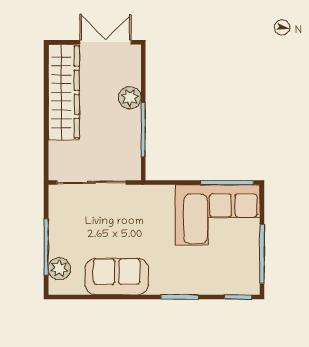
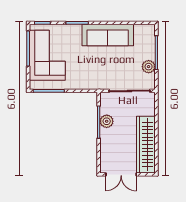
plant: (130, 98) -> (107, 121), moved
corner sofa: (218, 215) -> (47, 55), moved, turned 90
plant: (59, 269) -> (149, 67), moved
sofa: (117, 276) -> (108, 35), width x1.36

